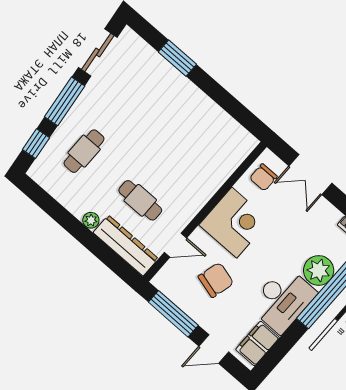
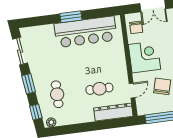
window: (177, 58) -> (71, 17), moved
window: (65, 101) -> (29, 84), width x0.69
bar counter: (199, 116) -> (86, 32), added
plant: (91, 220) -> (51, 122), moved

